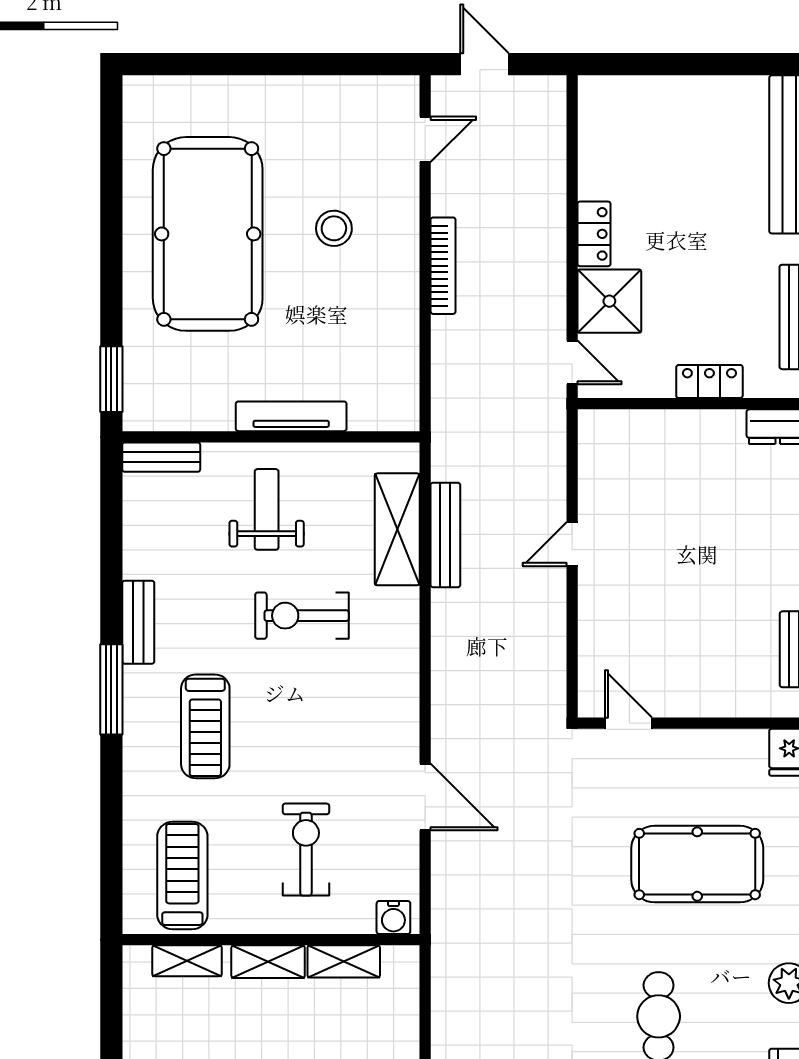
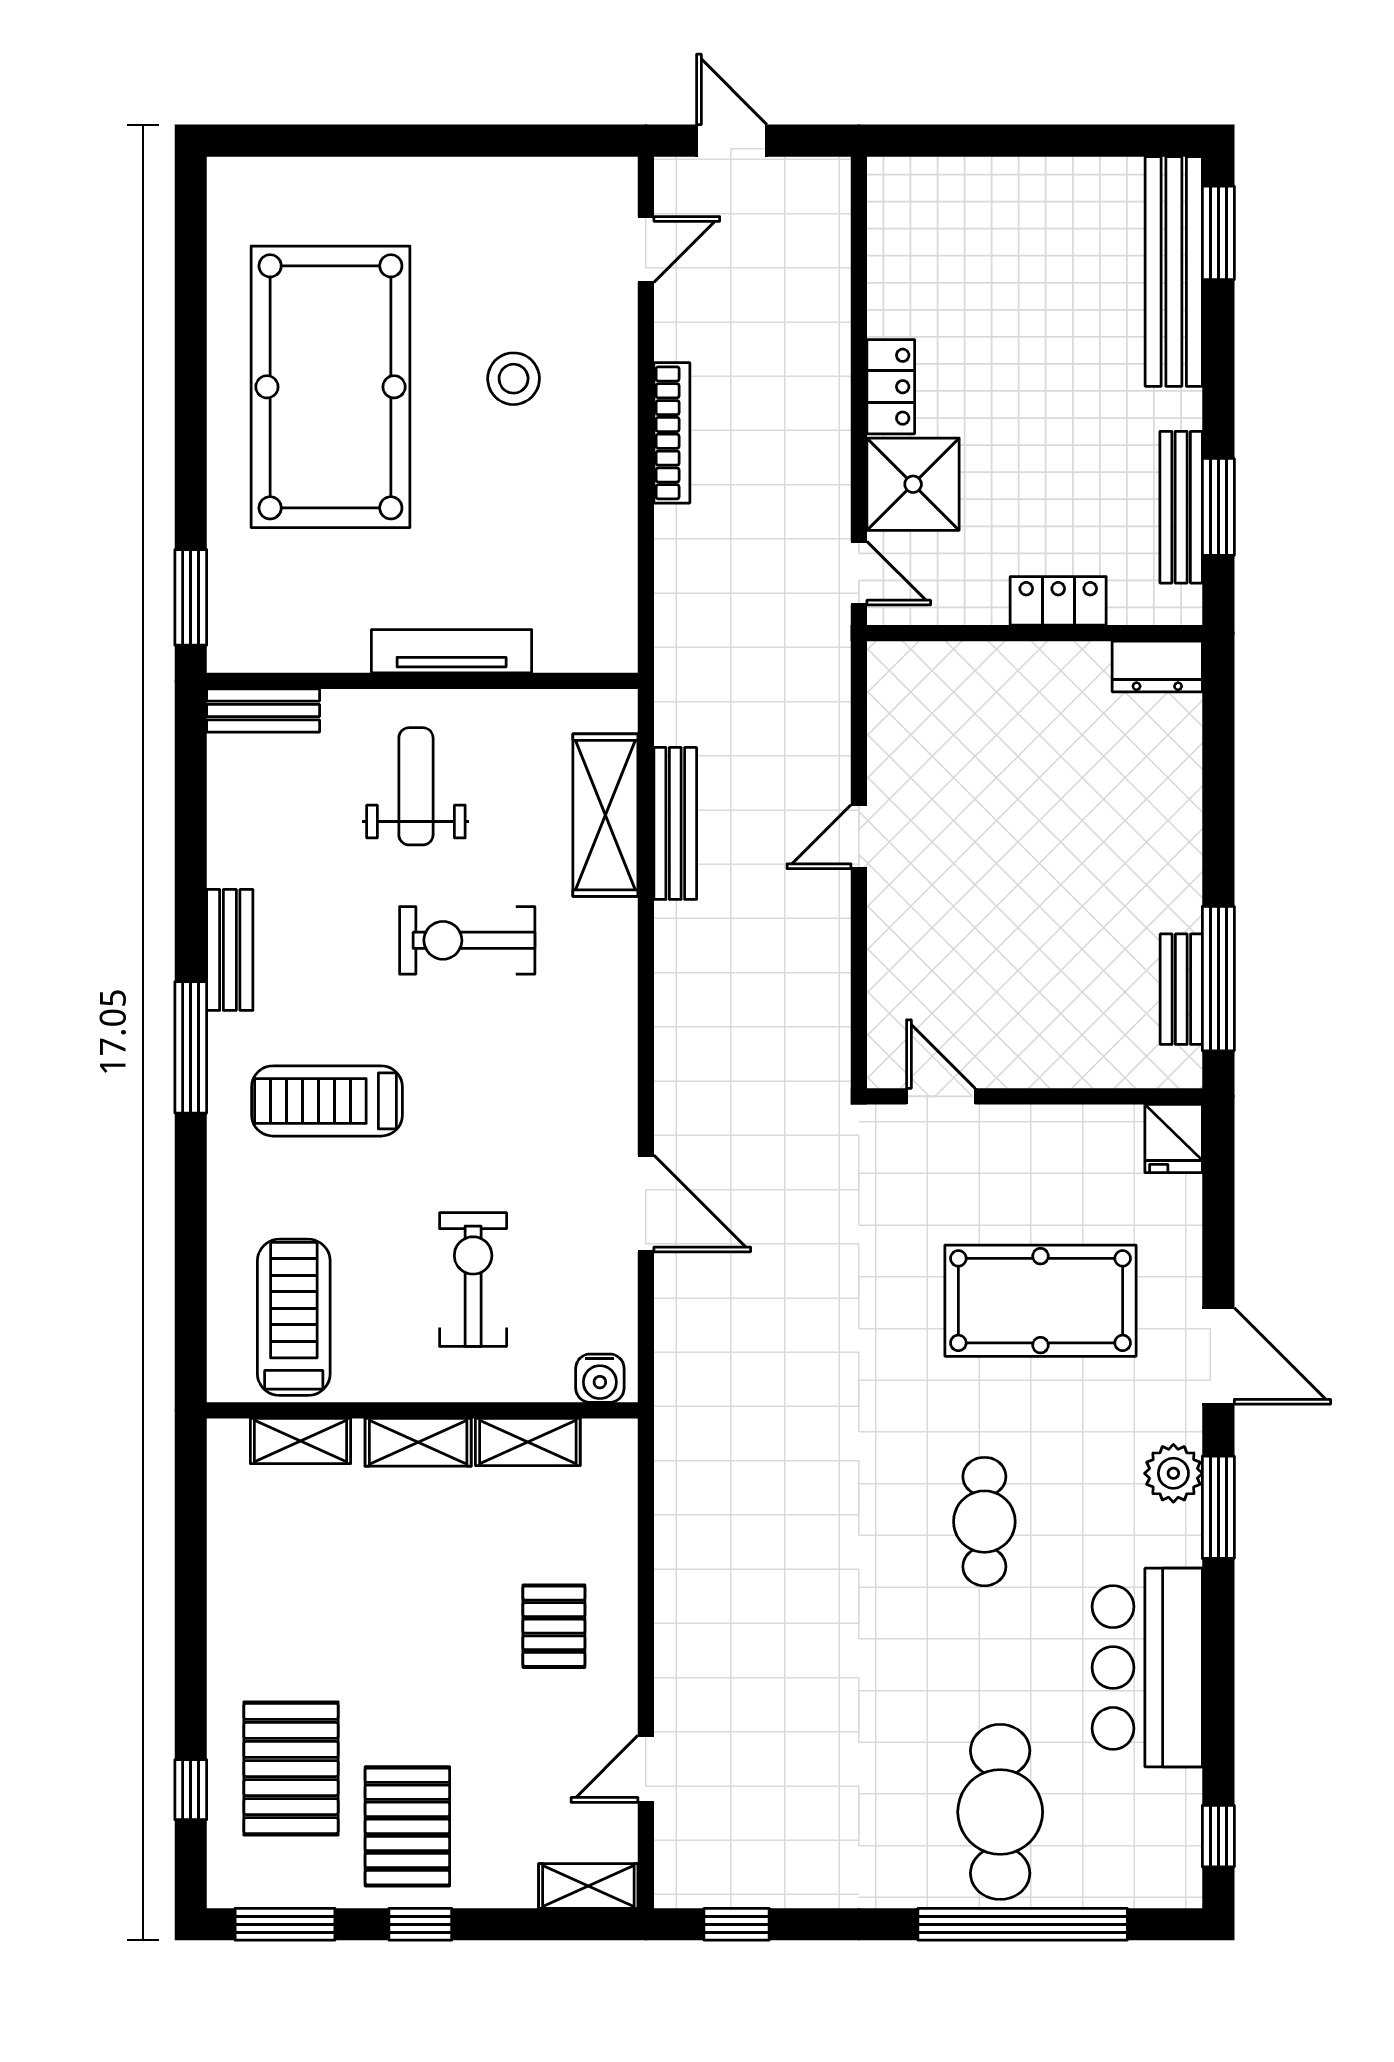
treadmill: (205, 726) -> (327, 1101), turned 90

